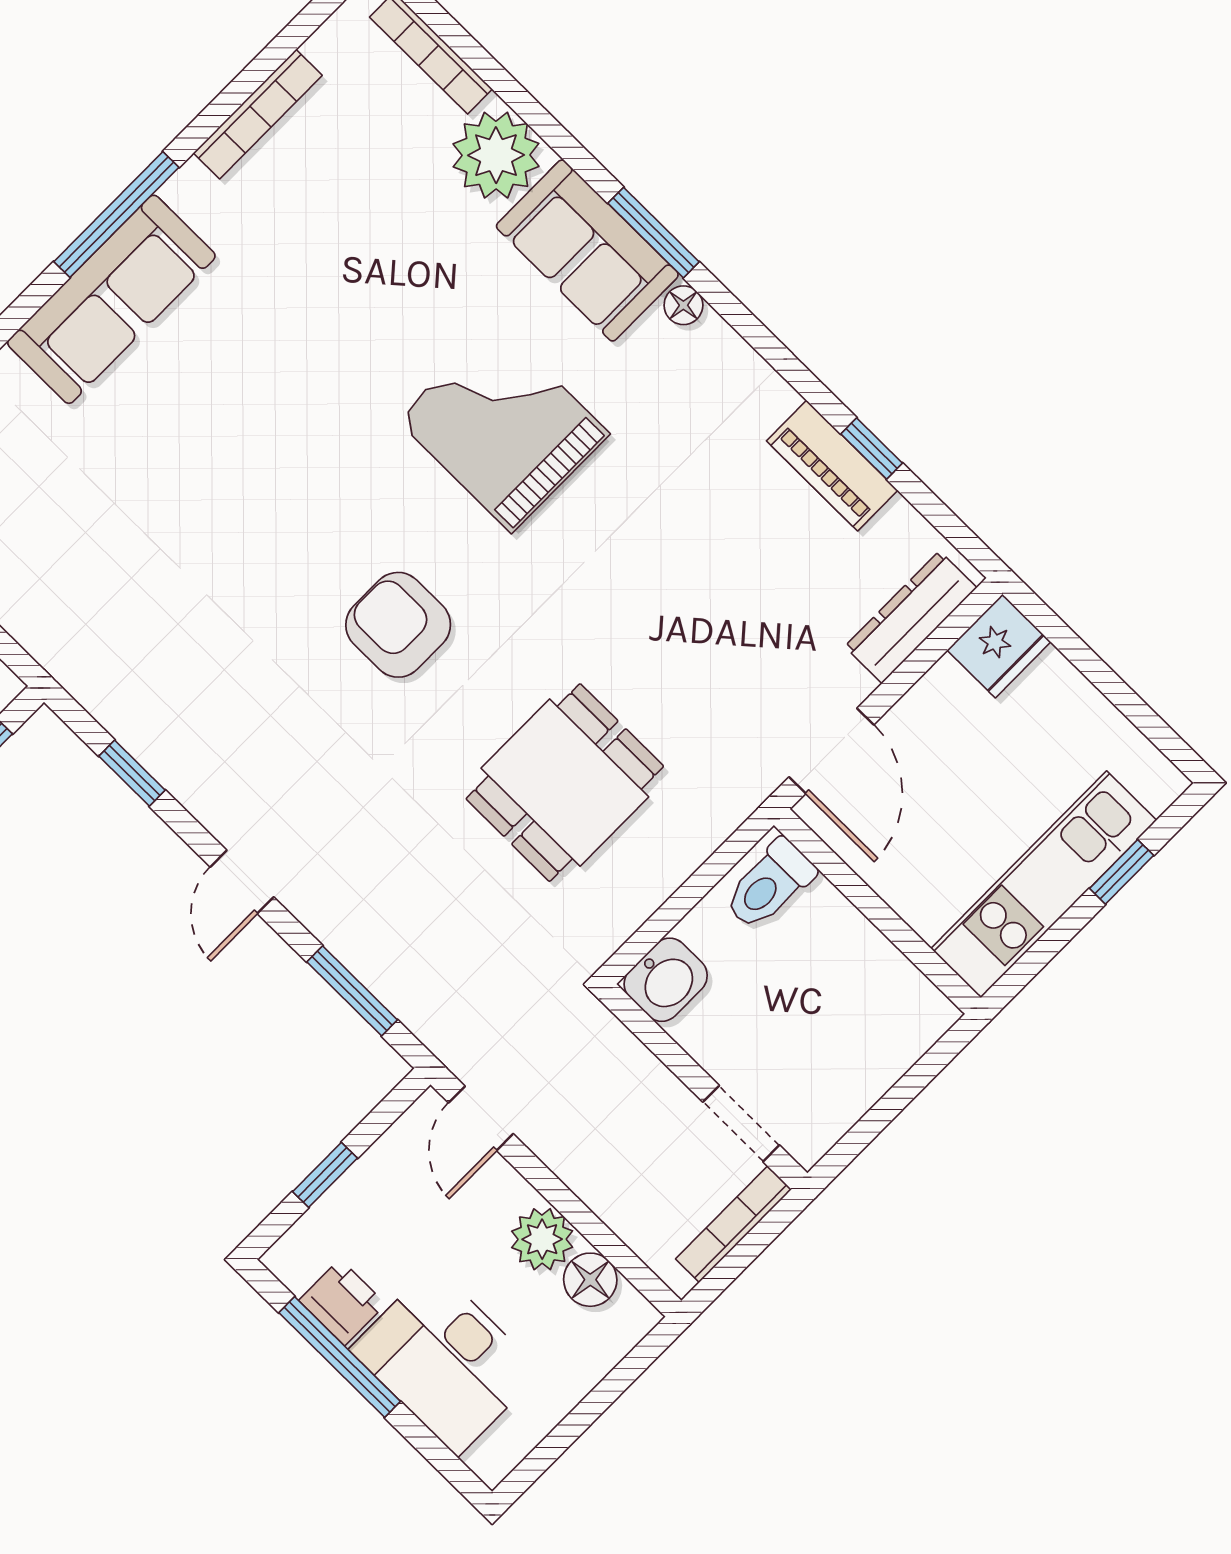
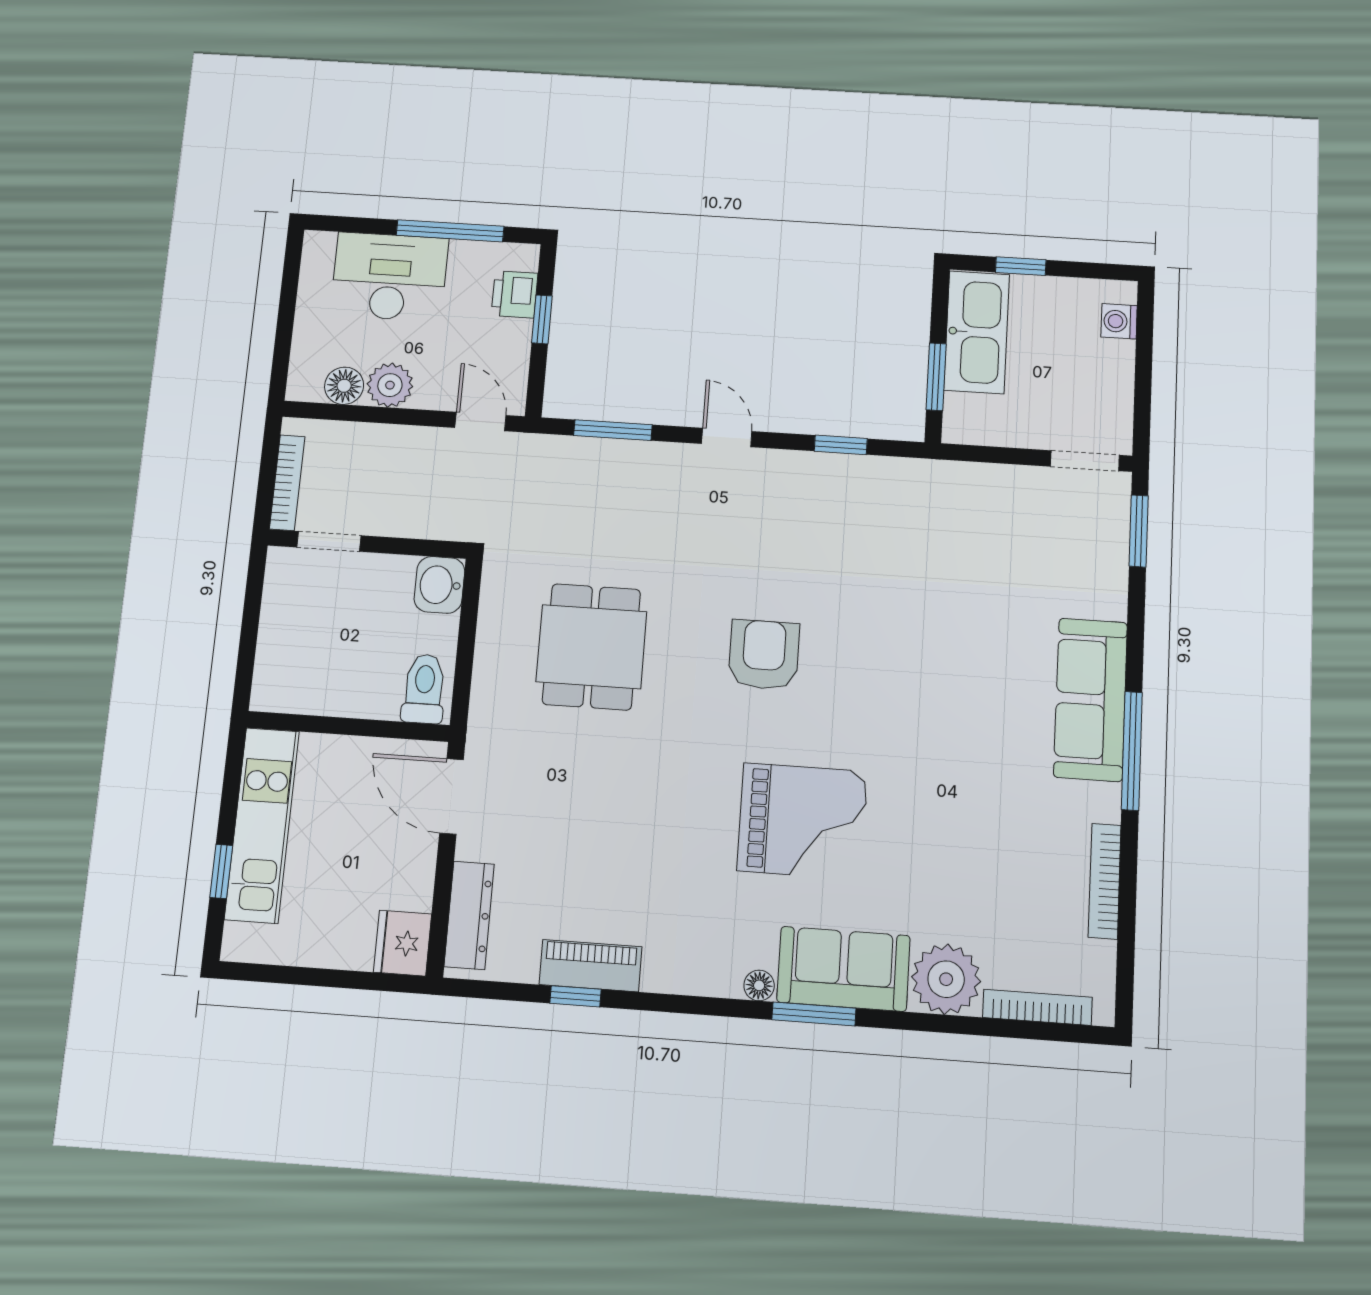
armchair: (398, 625) -> (764, 655), turned -90
printer: (342, 1302) -> (515, 294), moved, turned 90

